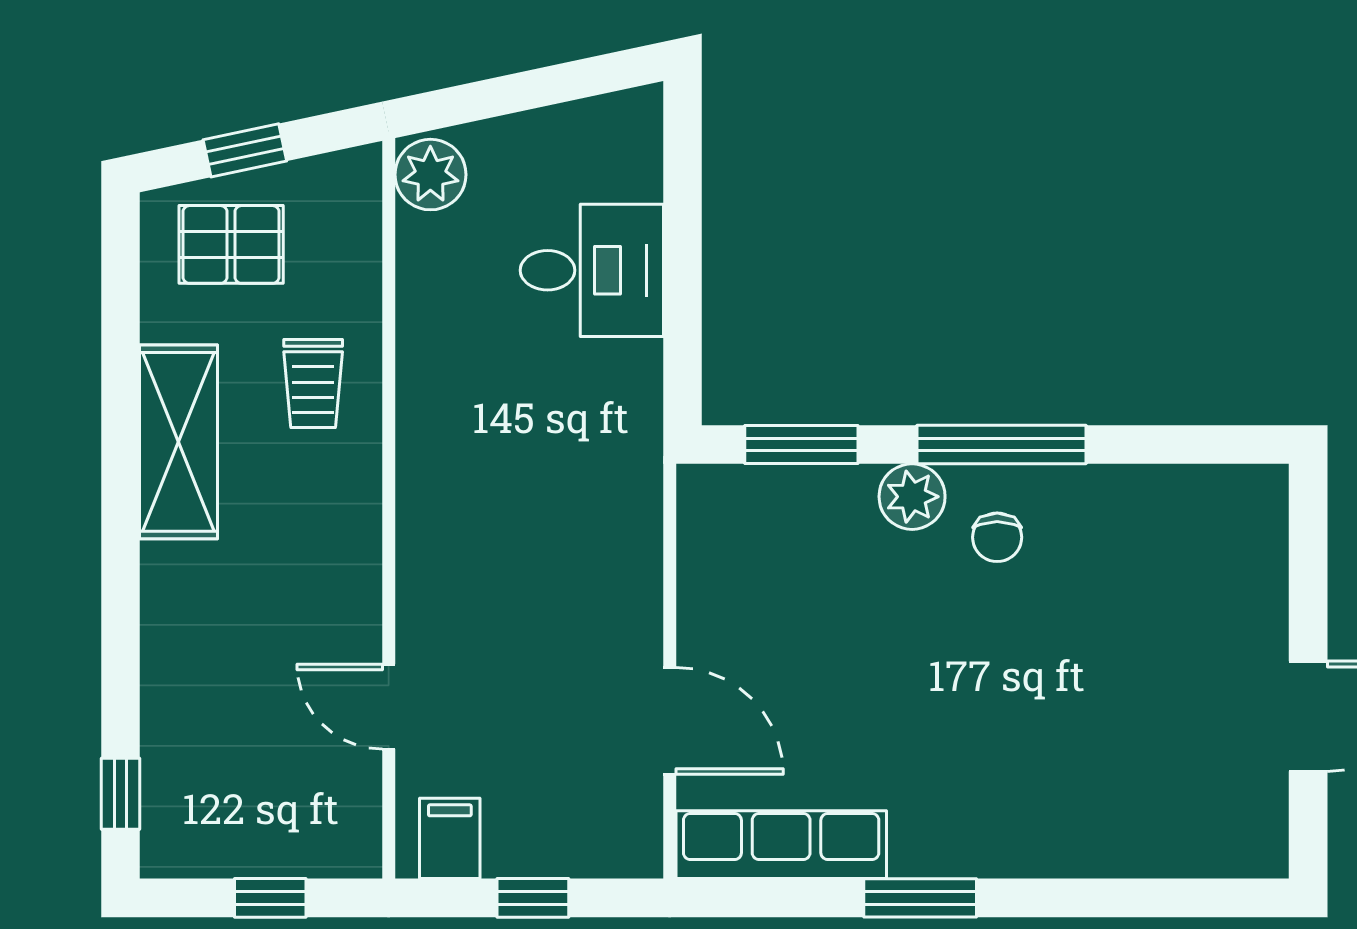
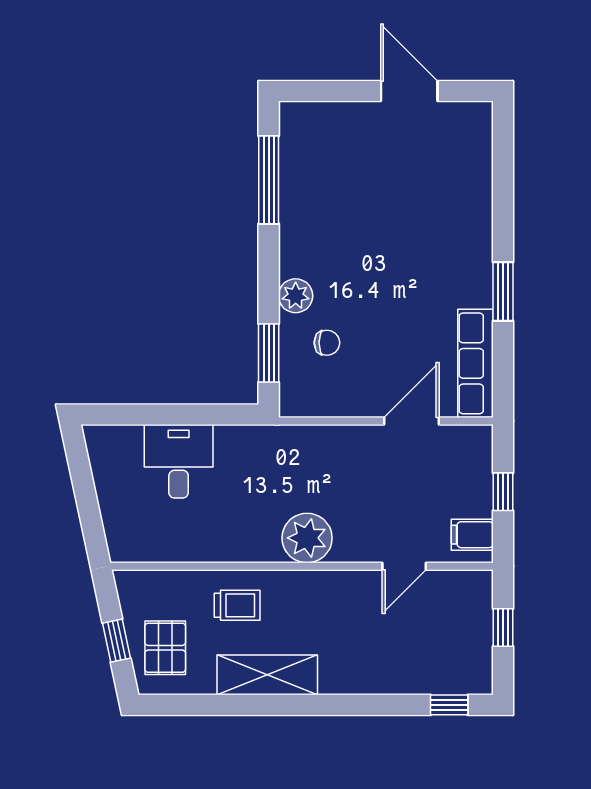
plant: (430, 175) -> (307, 538), moved, width x1.36, depth x1.36
window: (1002, 445) -> (269, 180), moved
chair: (997, 537) -> (327, 343), moved

